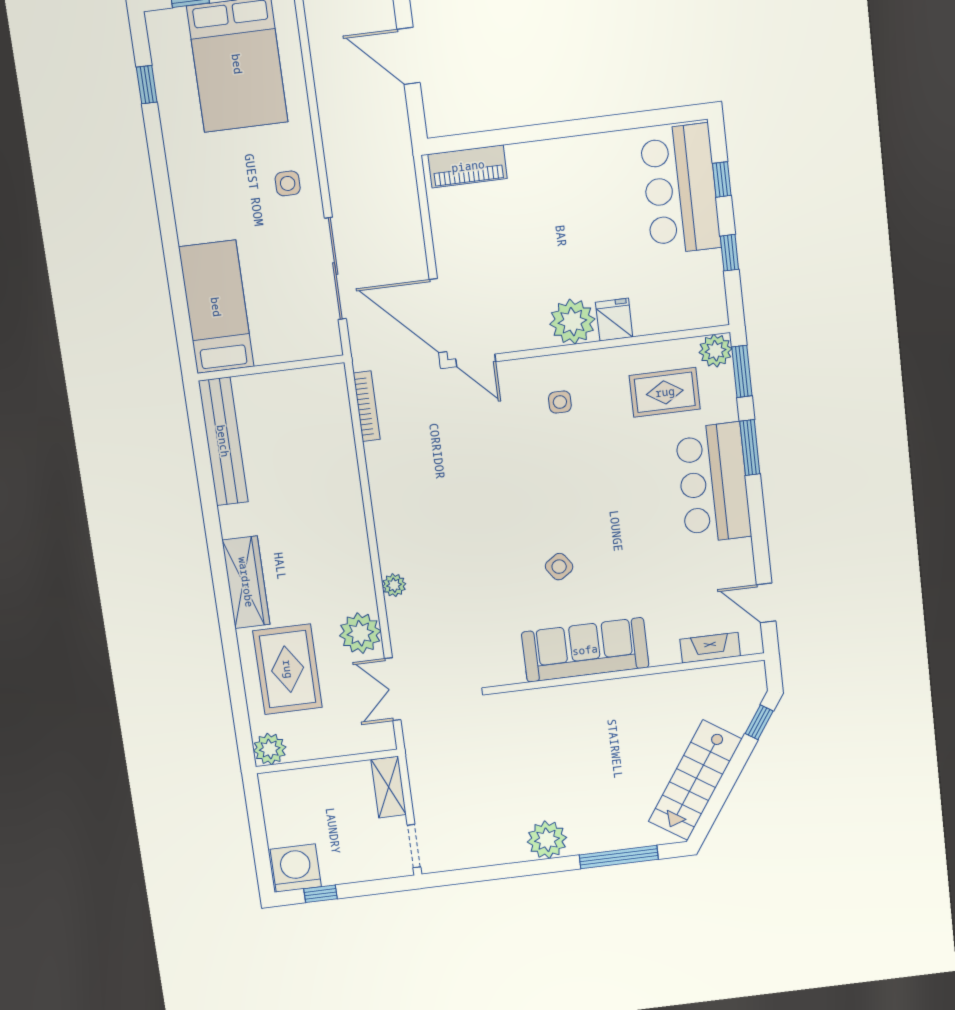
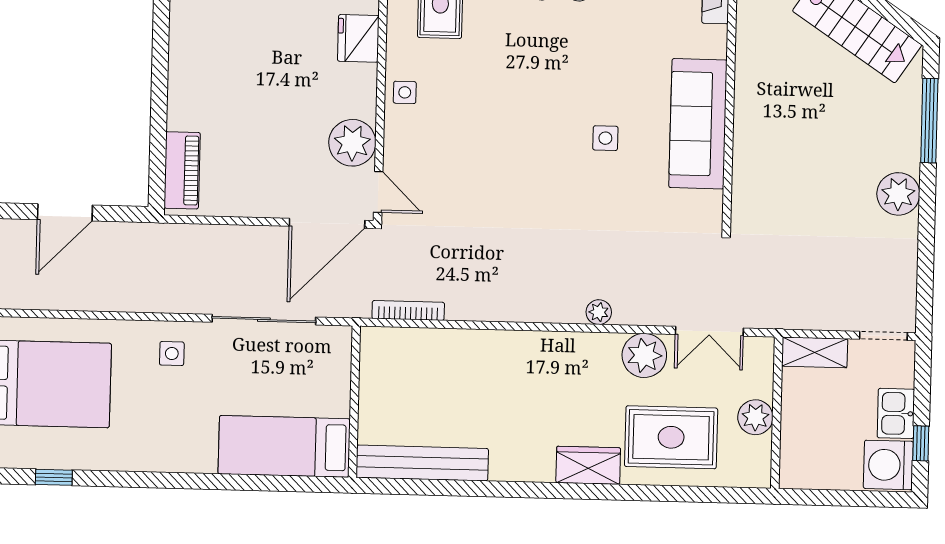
fridge: (614, 320) -> (358, 38), width x1.38
plant: (572, 322) -> (352, 143), moved
door: (476, 360) -> (378, 192), hinge flipped
side table: (560, 402) -> (405, 92), moved
side table: (559, 567) -> (605, 138), turned 35
wardrobe: (246, 582) -> (588, 465), width x0.67
plant: (270, 749) -> (755, 417), moved
kitchen sink: (344, 868) -> (896, 413), added

